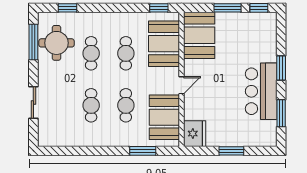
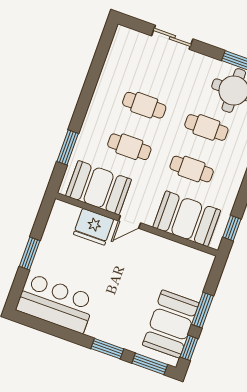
booth: (199, 35) -> (171, 324), moved, turned 90
door: (181, 85) -> (130, 222), hinge flipped
bar counter: (261, 91) -> (56, 303), moved
window: (281, 113) -> (150, 364), moved
fridge: (195, 134) -> (94, 227), moved

